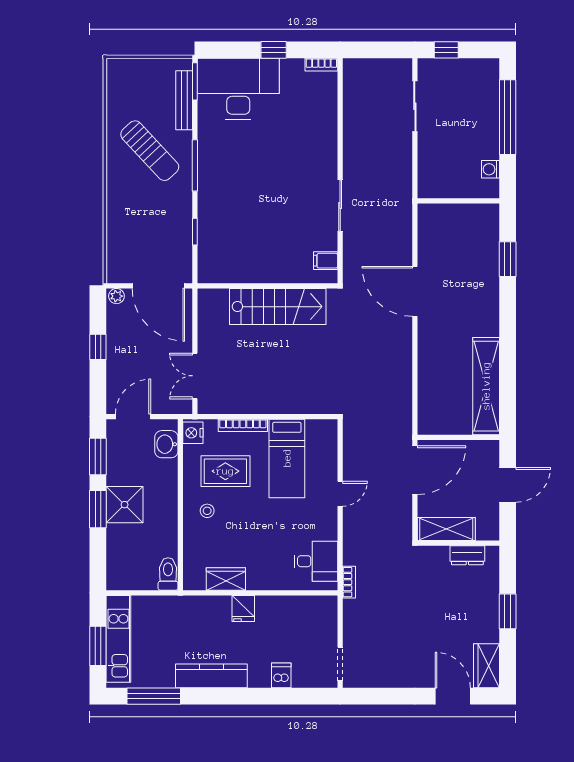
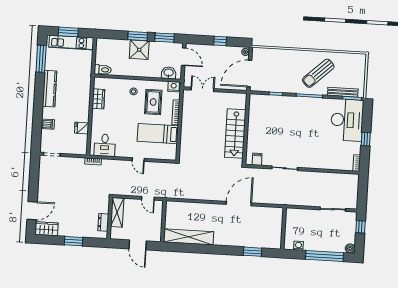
boiler: (490, 68) -> (350, 249), added
door: (415, 470) -> (148, 198), width x0.53
fridge: (243, 608) -> (82, 128), moved

